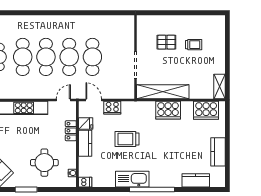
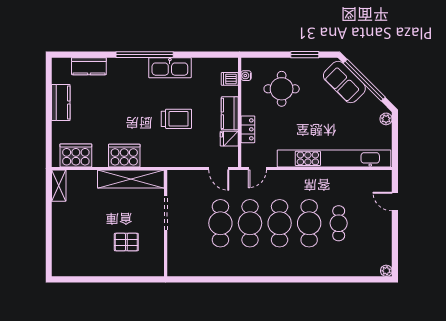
trolley: (194, 45) -> (92, 239), removed
cooker: (112, 108) -> (195, 159), removed
dishwasher: (85, 182) -> (230, 79), moved

